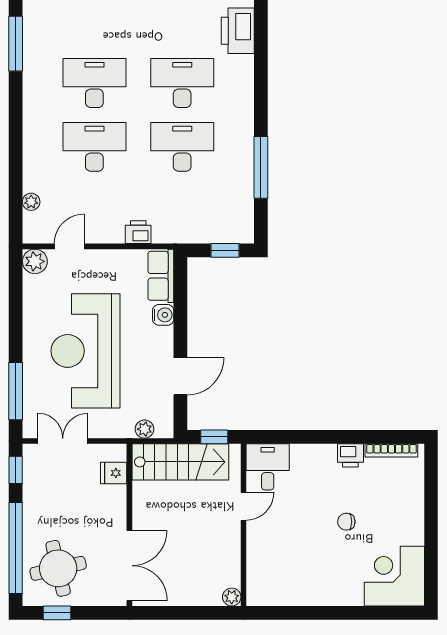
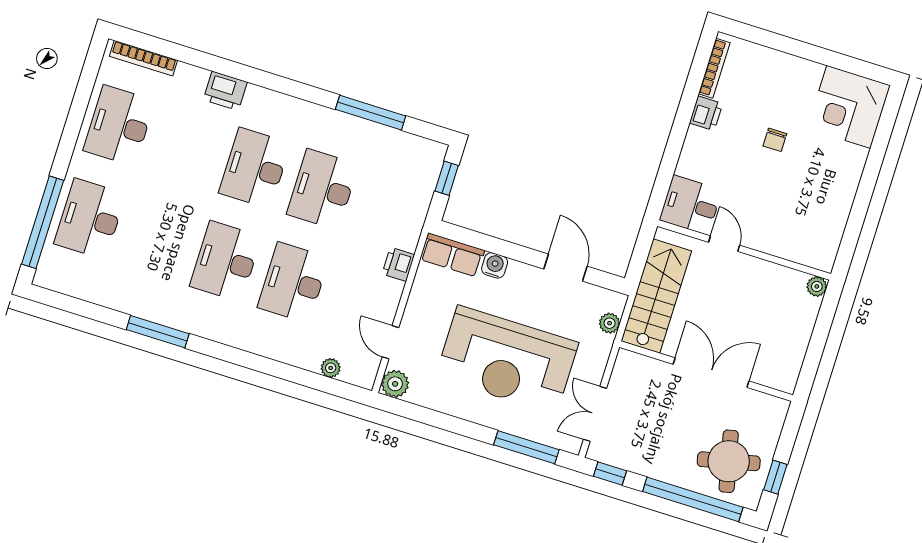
printer: (238, 31) -> (225, 91), width x0.73, depth x0.84
window: (214, 437) -> (641, 252), removed
fridge: (114, 473) -> (646, 370), removed
double door: (129, 566) -> (711, 373), moved

